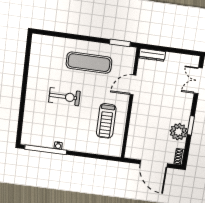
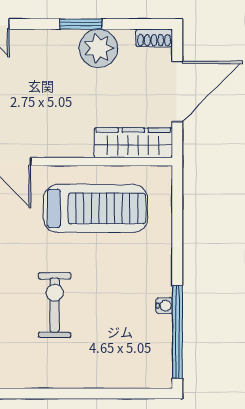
treadmill: (106, 121) -> (95, 208), width x1.37, depth x1.38
wardrobe: (134, 141) -> (133, 143), added

